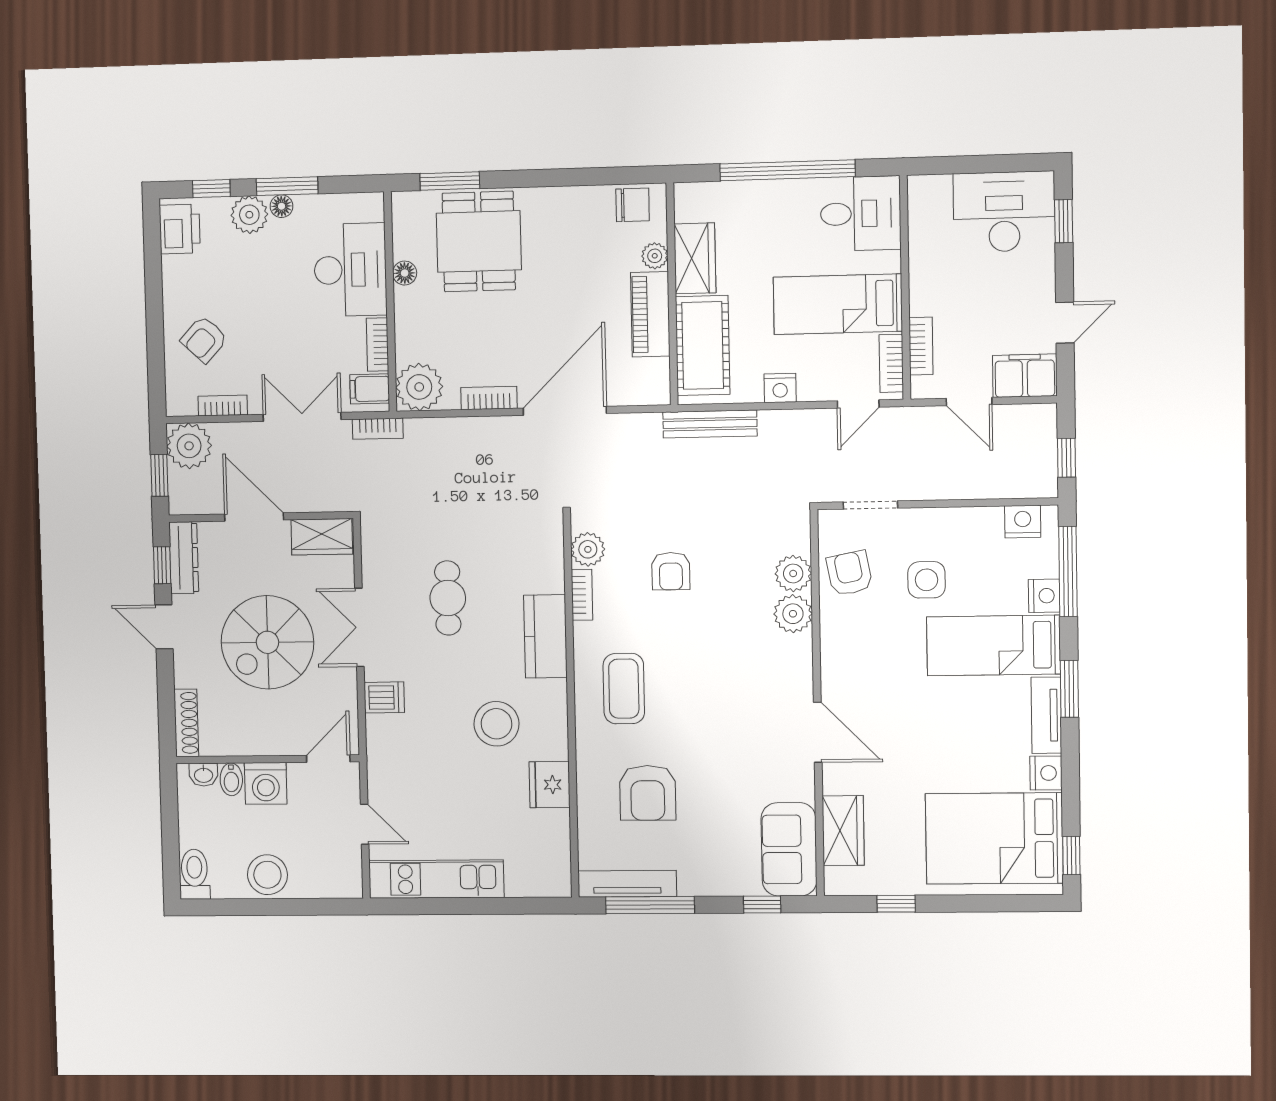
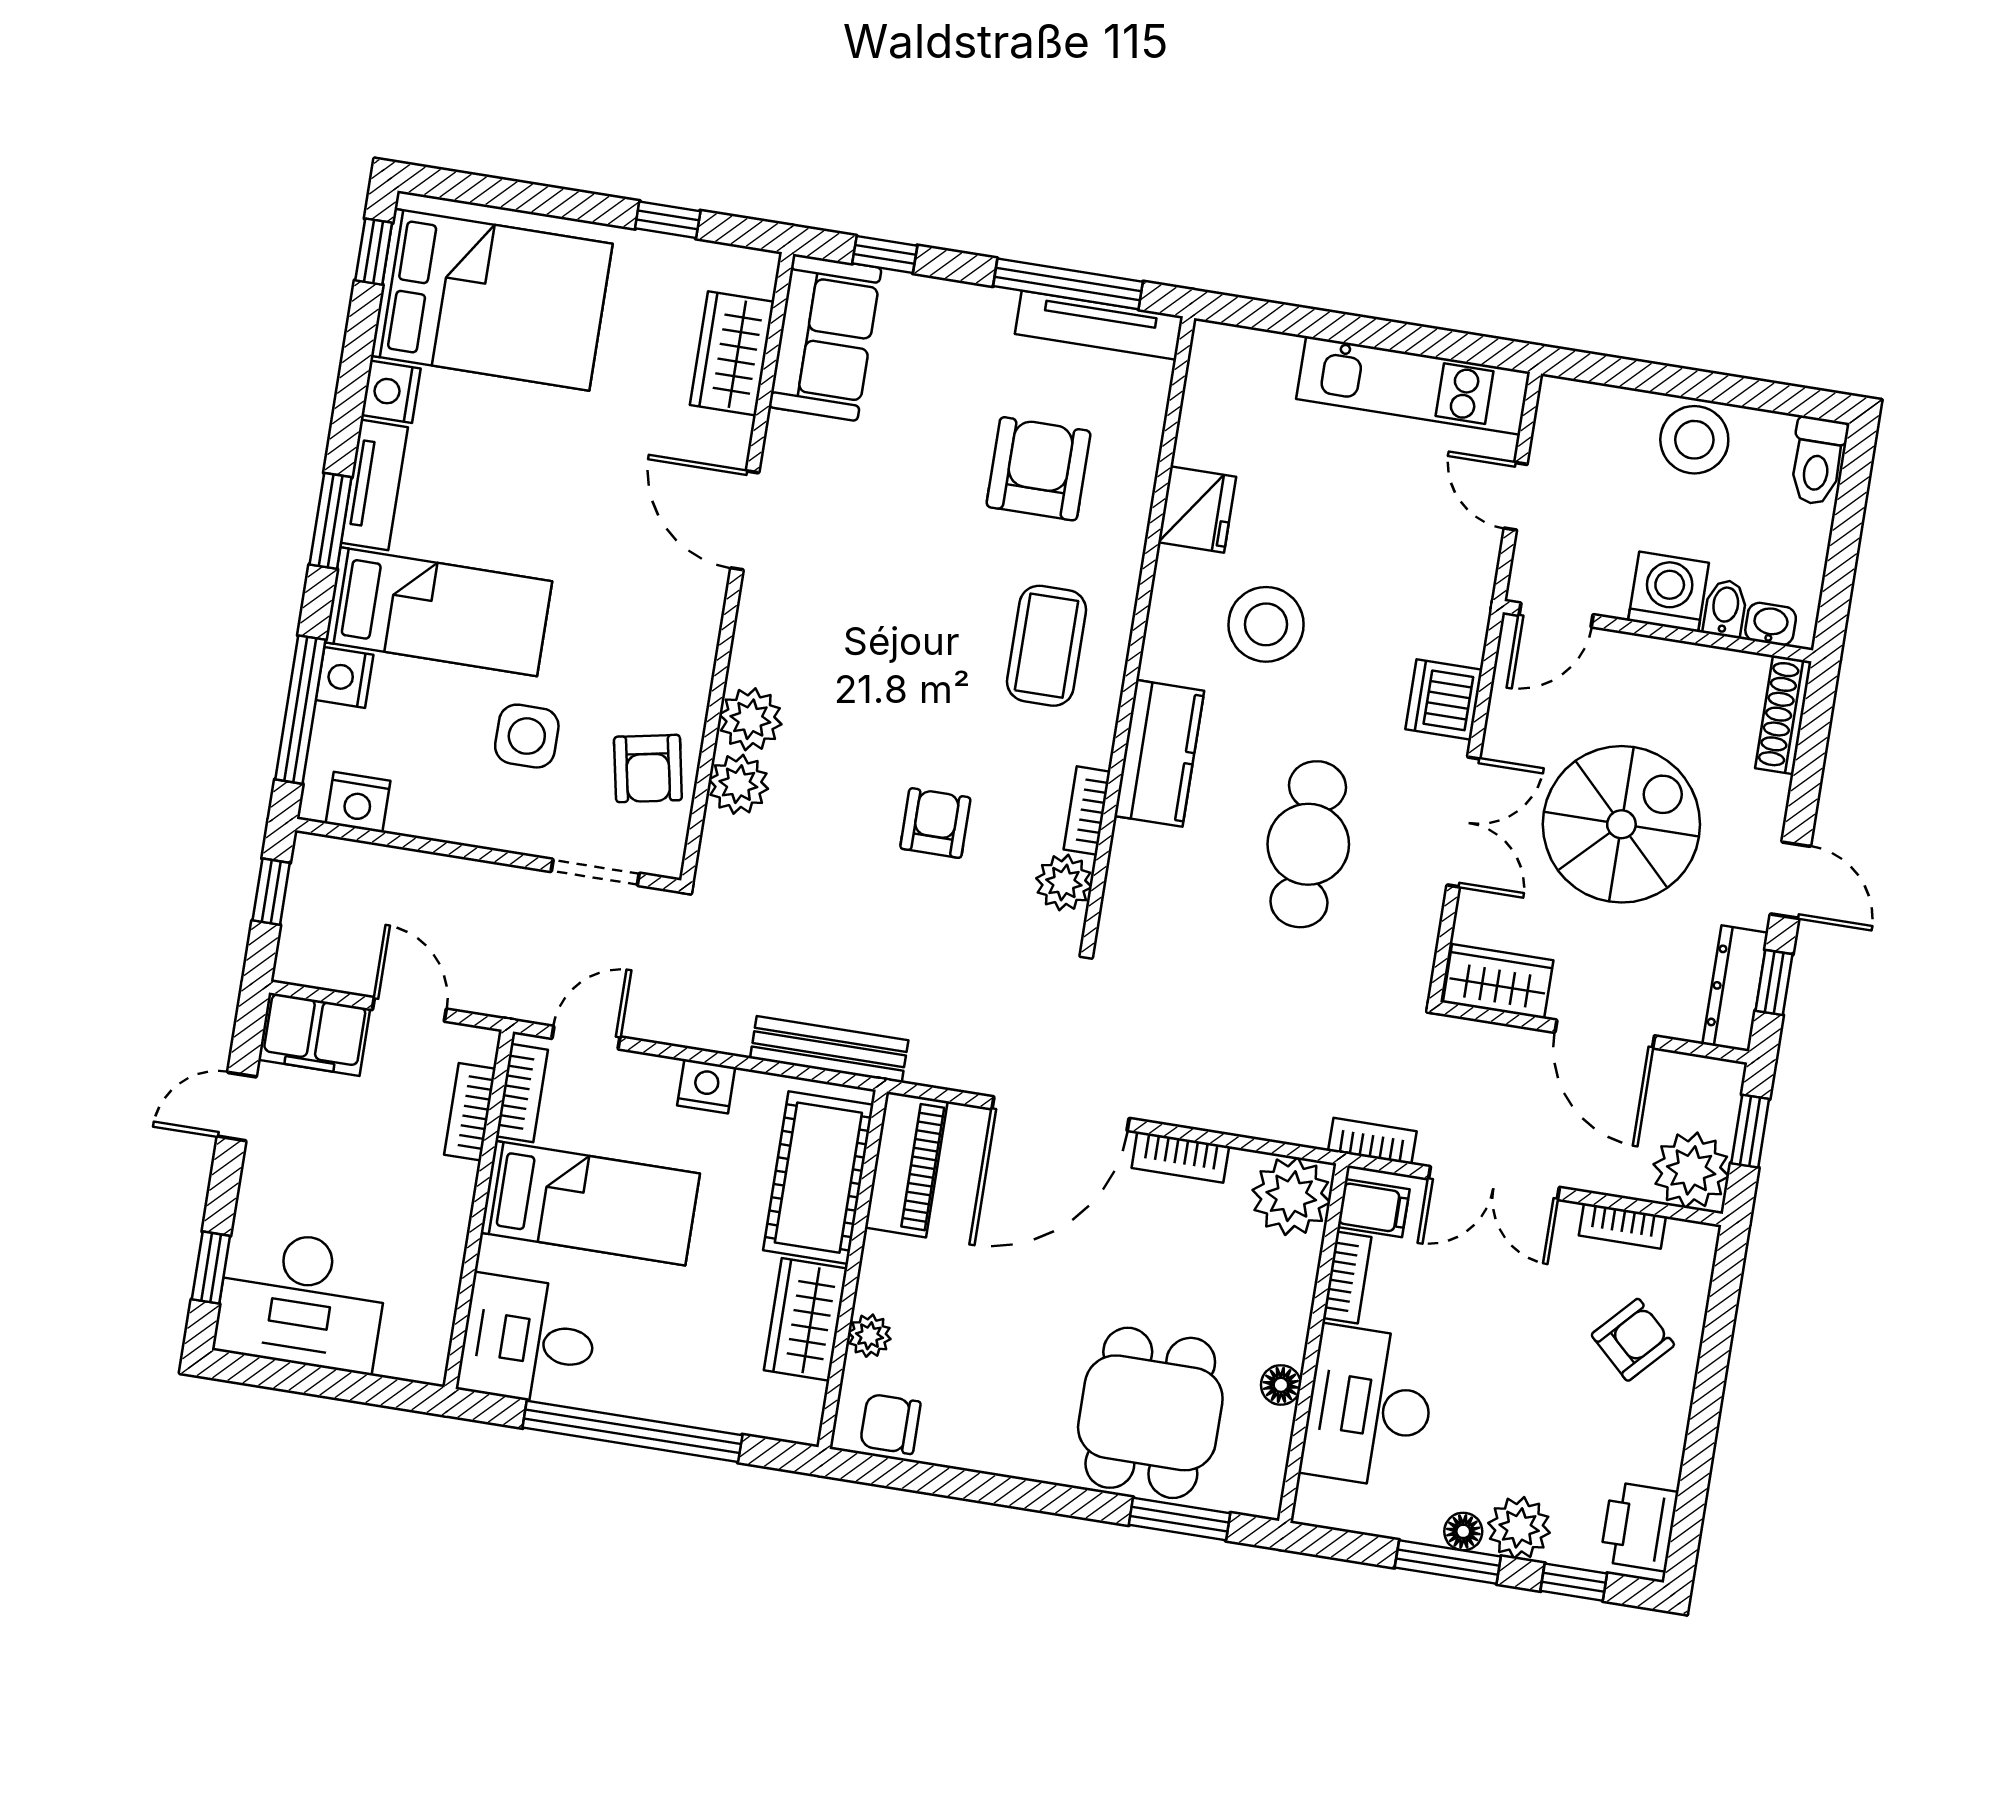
piano: (650, 314) -> (906, 1164), moved
cafe table: (448, 598) -> (1308, 844), width x1.37, depth x1.35
dishwasher: (384, 697) -> (1444, 700), width x1.38

